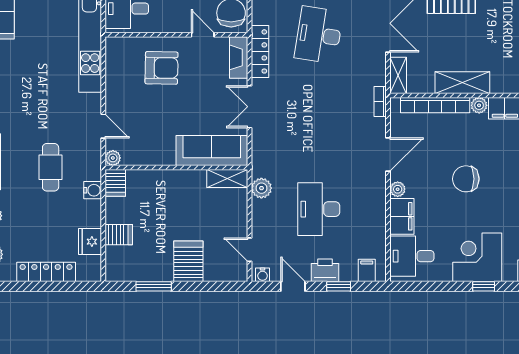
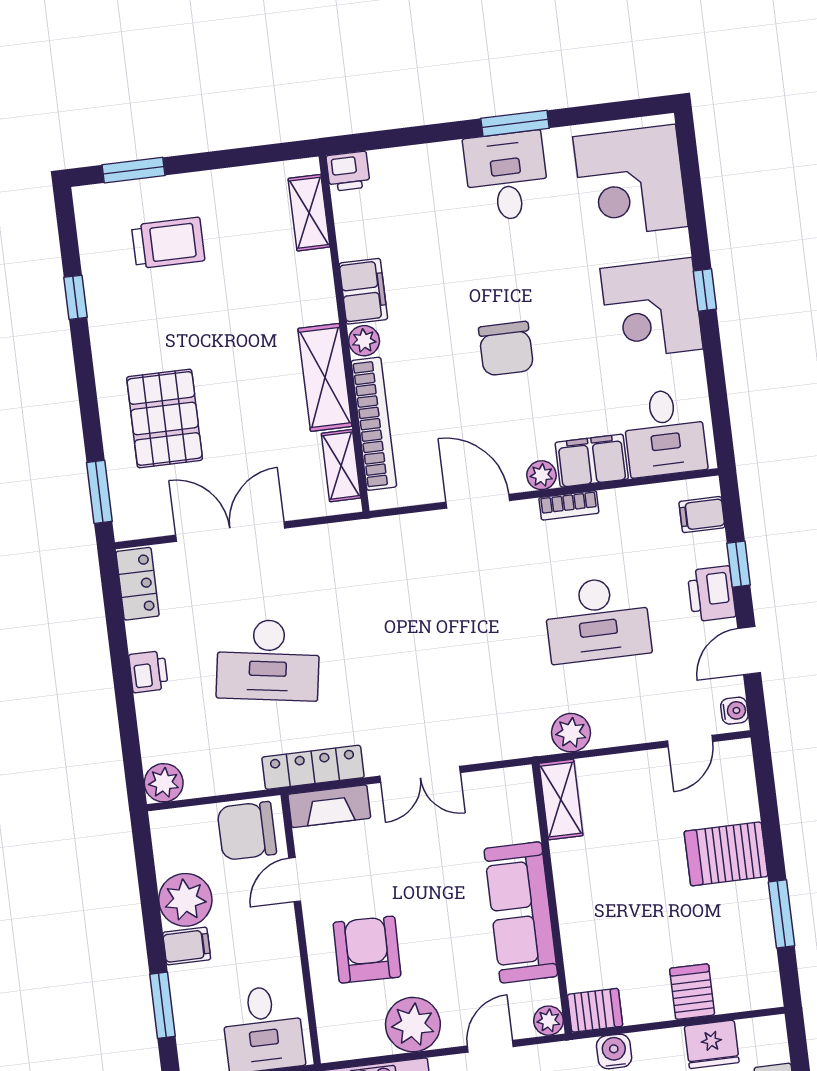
shelving: (398, 75) -> (341, 466), moved, turned 90
plant: (119, 87) -> (413, 1025), added
bookcase: (380, 101) -> (569, 505), moved
sofa: (212, 150) -> (521, 912), moved

